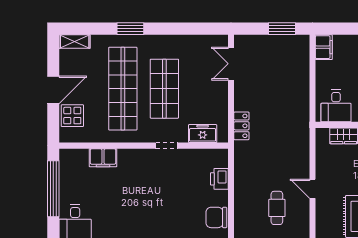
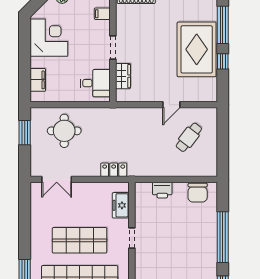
filing cabinet: (324, 47) -> (38, 80), moved, turned 90
round table: (284, 72) -> (64, 131), added
cafe table: (277, 208) -> (189, 137), turned -52

